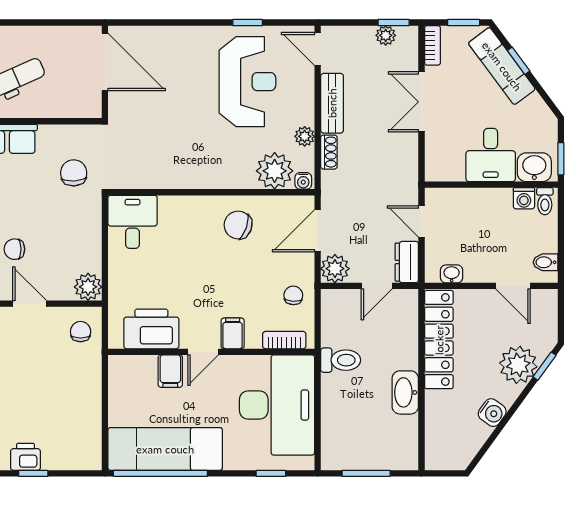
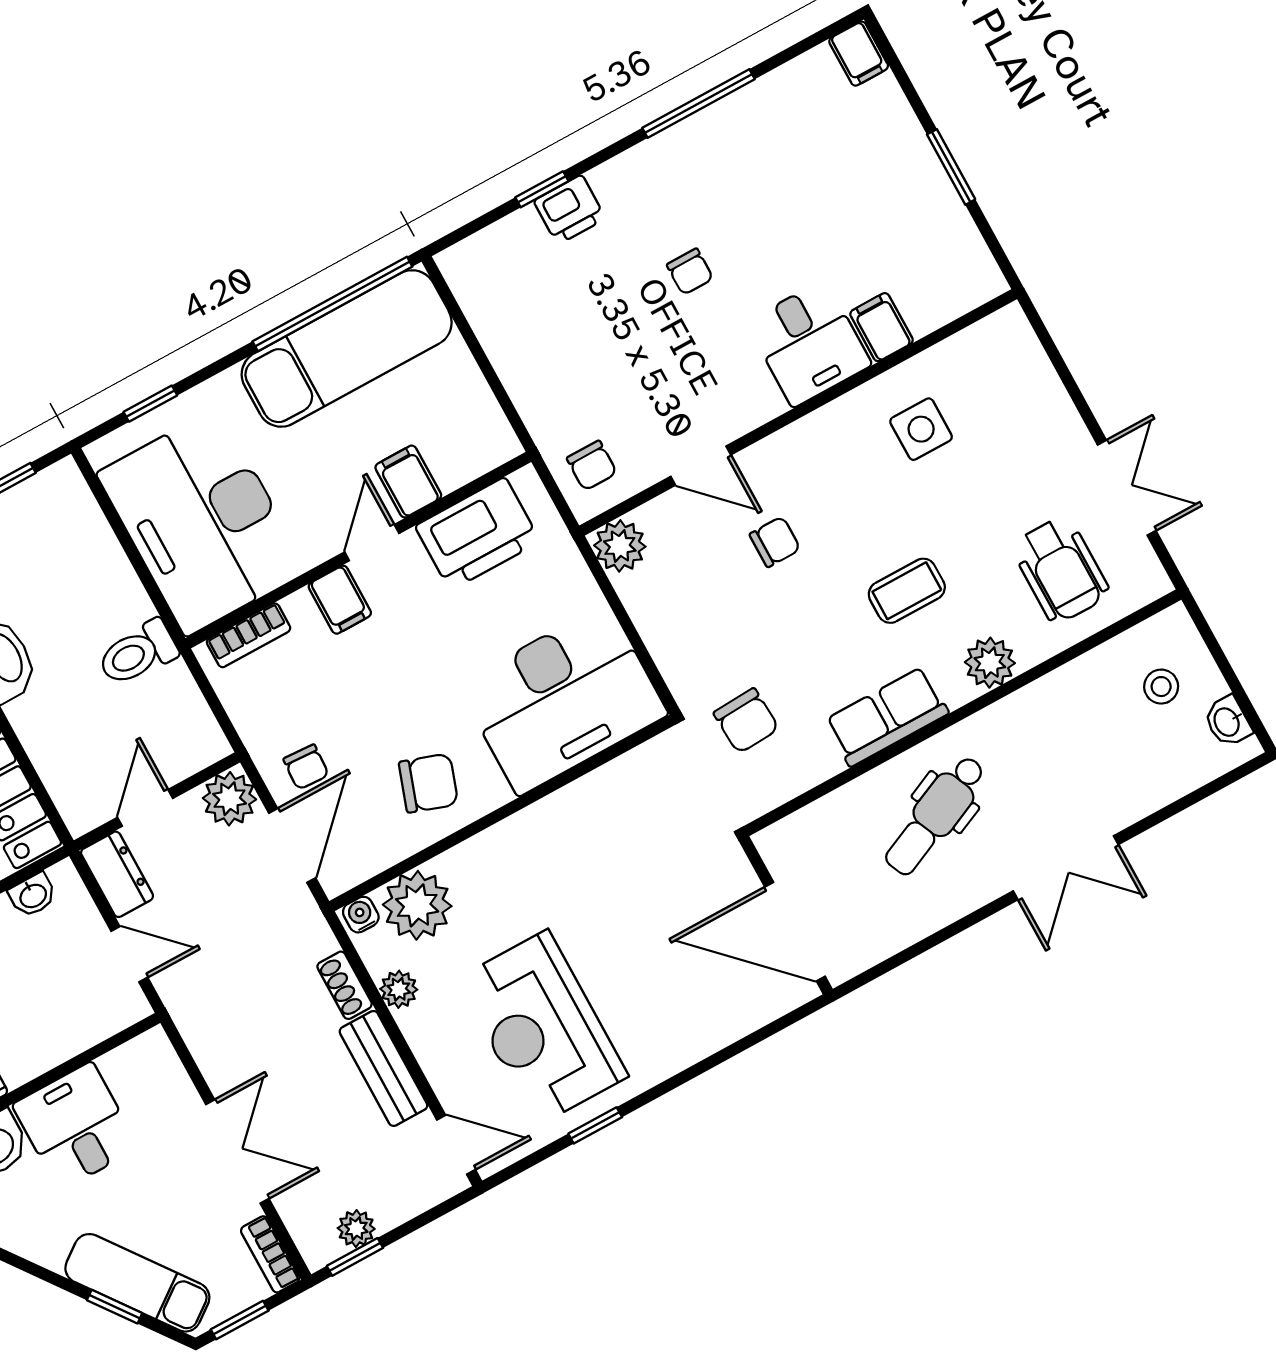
desk: (133, 222) -> (563, 699), width x1.87, depth x1.30
chair: (293, 295) -> (306, 767), moved

